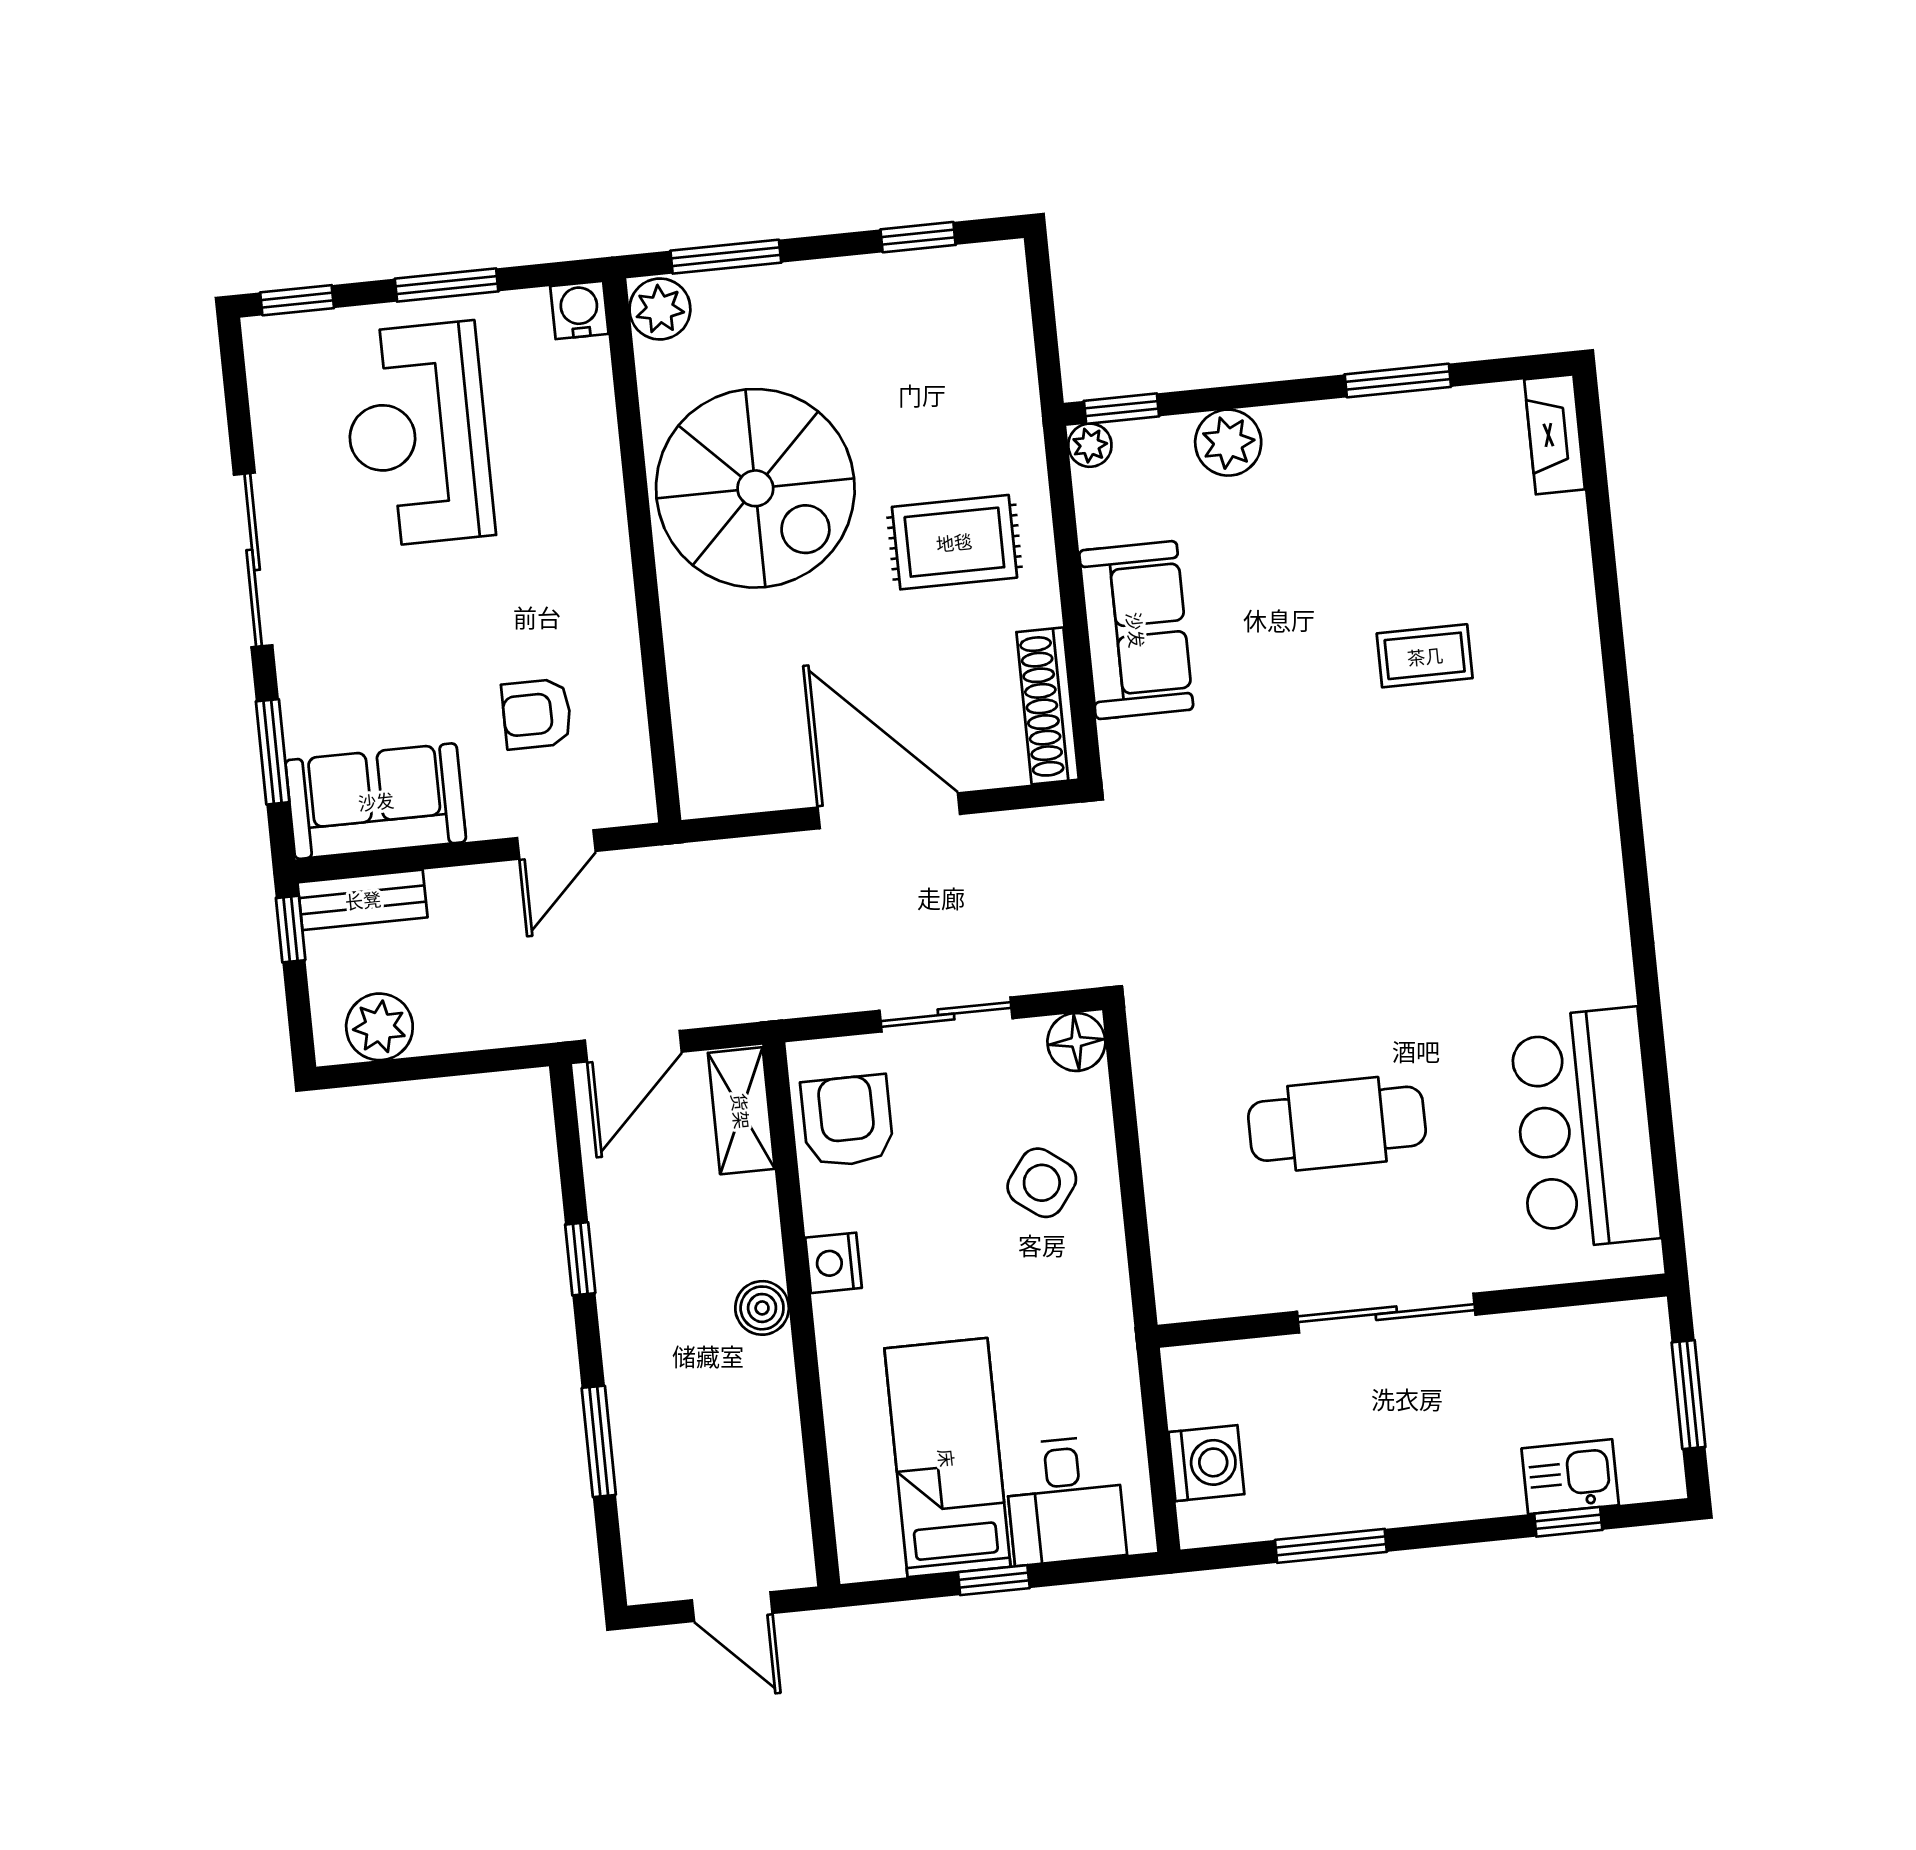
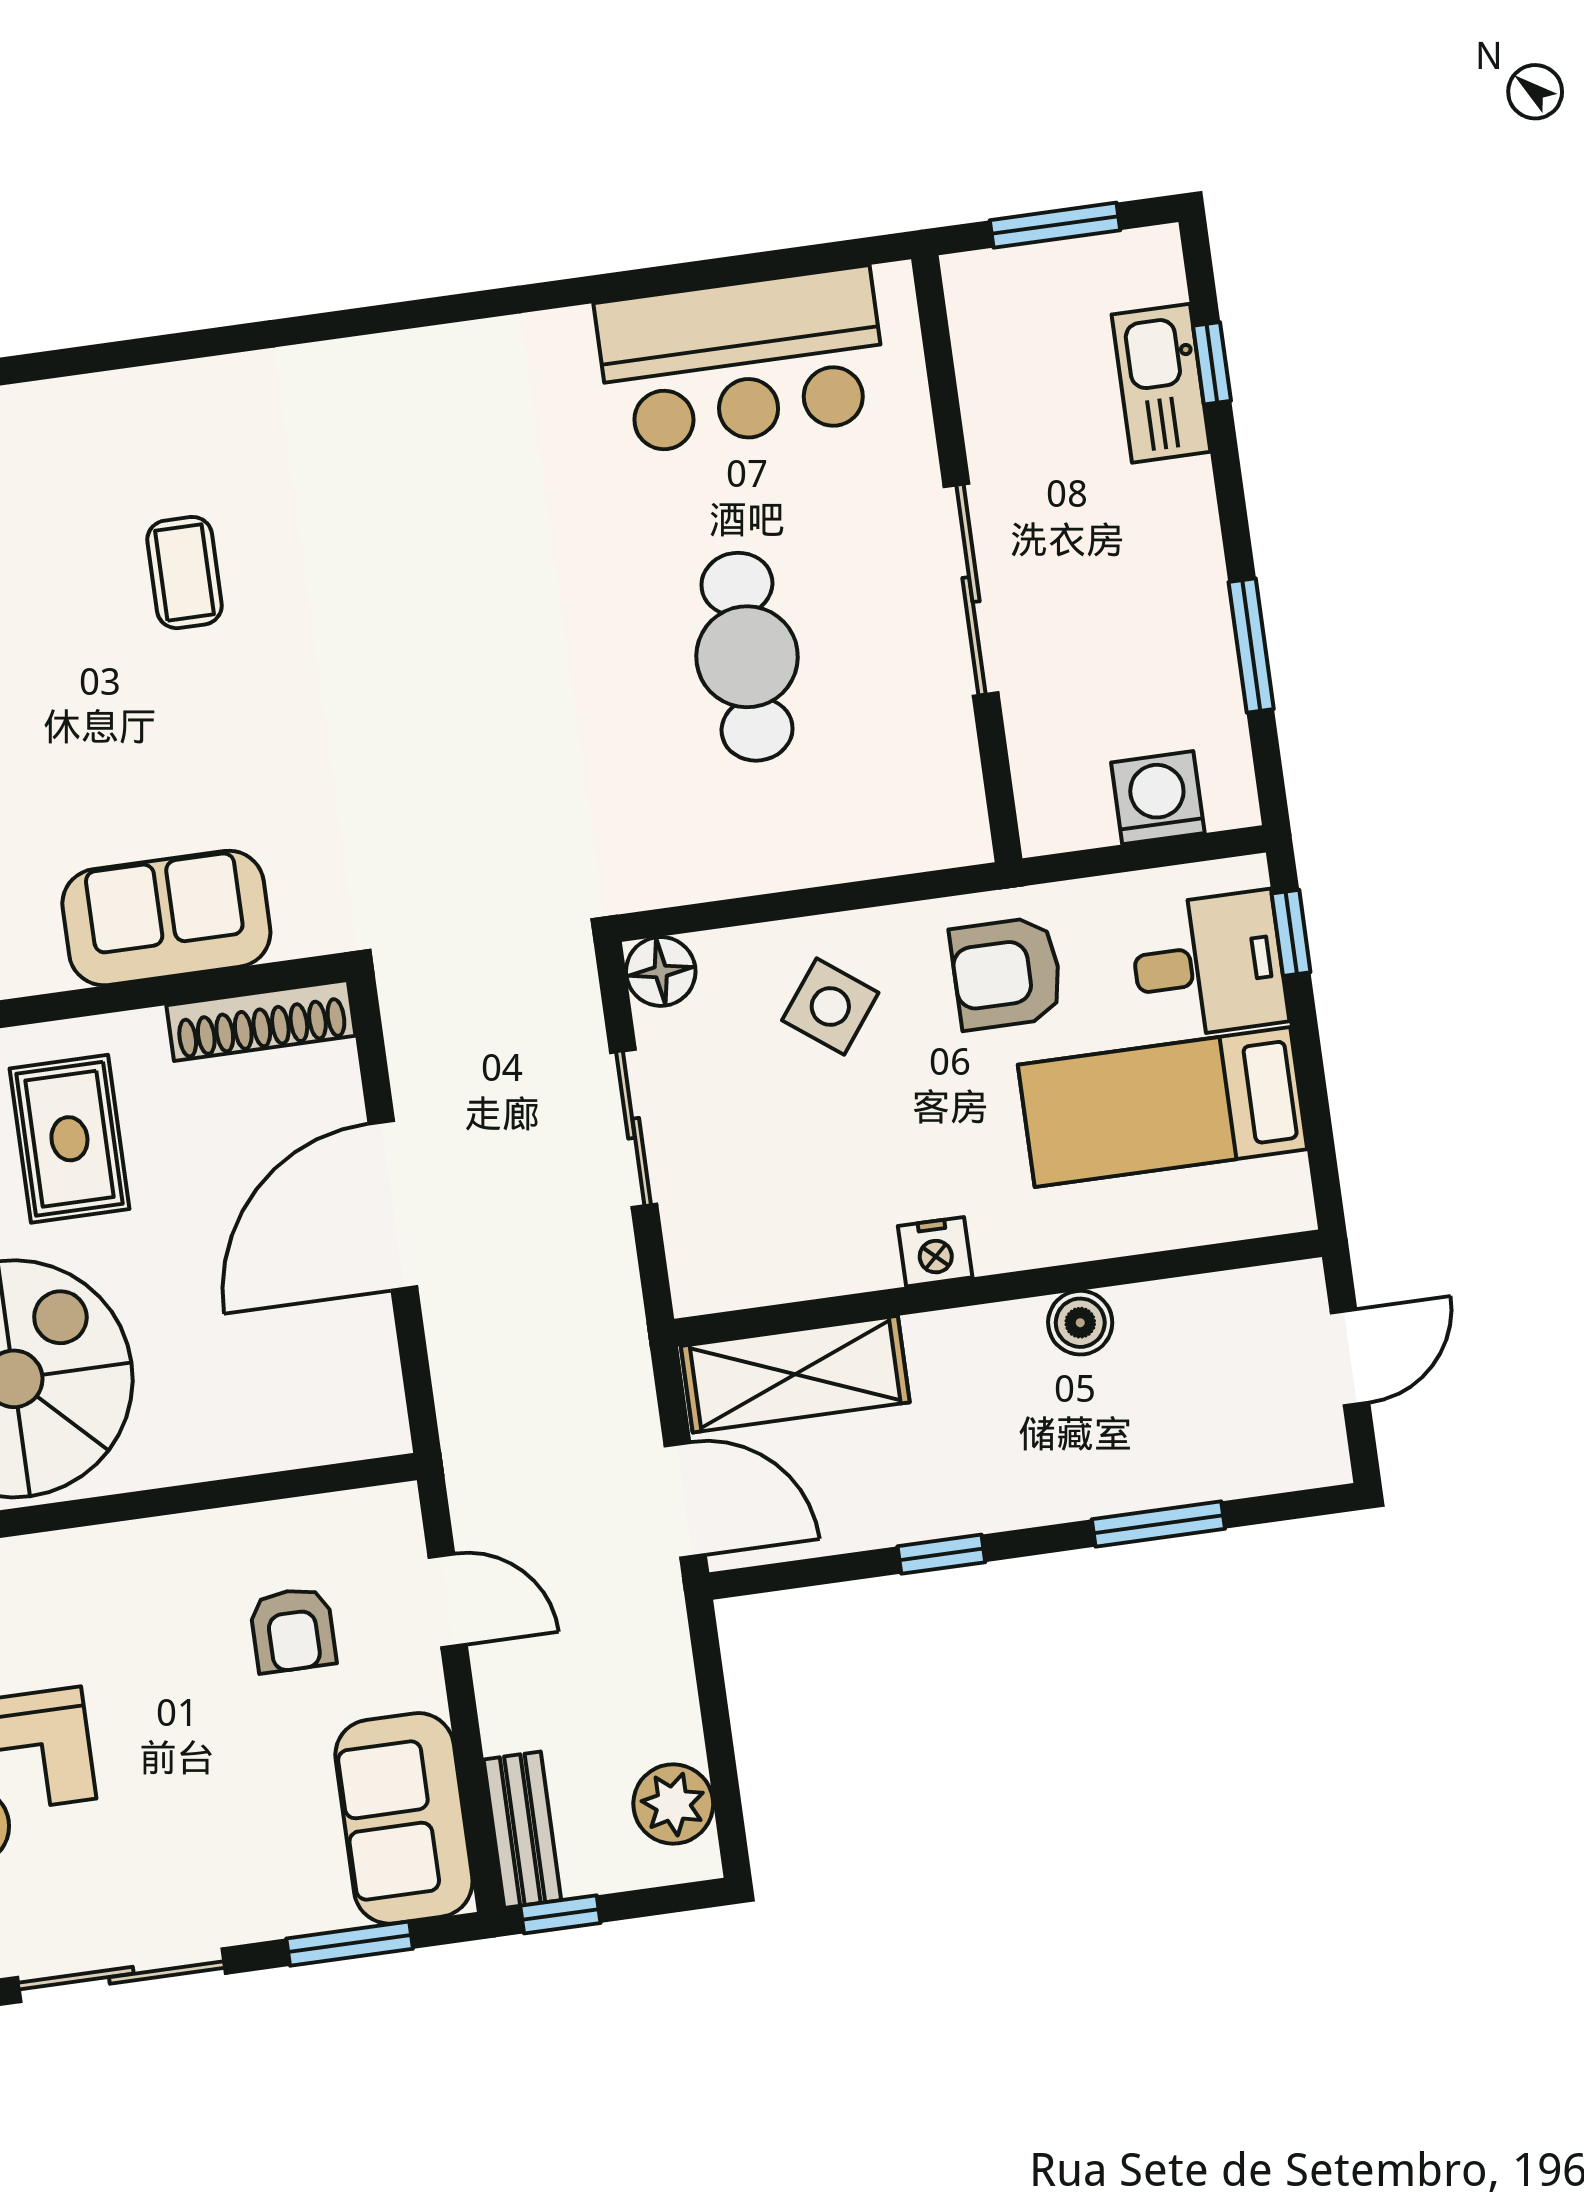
shelving: (741, 1111) -> (795, 1374), width x1.50, depth x1.33
armchair: (847, 1121) -> (1007, 973), moved
boiler: (762, 1308) -> (1080, 1323), moved
kitchen sink: (1570, 1477) -> (1161, 383), width x1.38
window: (994, 1580) -> (1291, 933), moved

